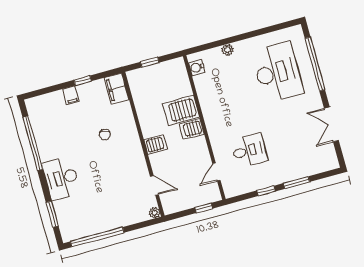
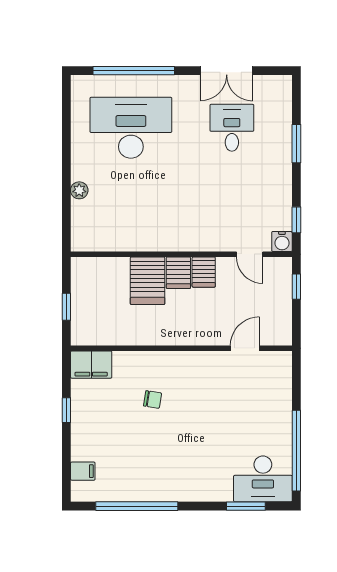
water cooler: (197, 68) -> (282, 241), moved
filing cabinet: (71, 95) -> (83, 471), moved
server rack: (156, 144) -> (204, 272), moved, turned 180
desk: (249, 150) -> (232, 128), moved
desk: (61, 178) -> (263, 479), moved
window: (266, 191) -> (296, 220), moved
plant: (154, 213) -> (284, 359), removed

